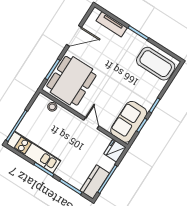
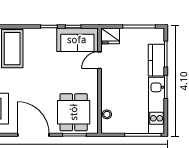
door: (74, 36) -> (33, 135), width x1.36
dining table: (71, 81) -> (74, 112), width x0.73
door: (91, 123) -> (99, 60), moved
kitchen counter: (95, 182) -> (156, 60), moved, turned 90

